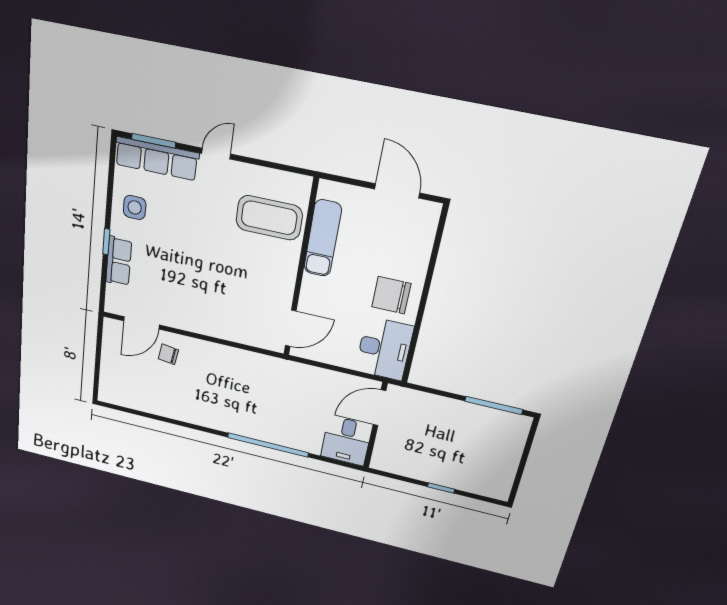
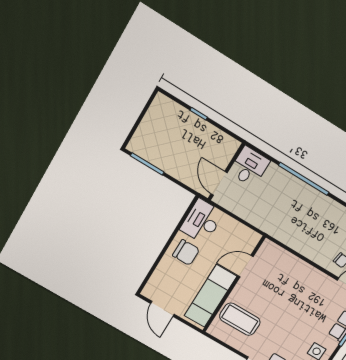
exam couch: (323, 238) -> (210, 296), width x1.36, depth x1.45
door: (291, 328) -> (245, 266), moved
door: (379, 408) -> (219, 183), swing flipped

